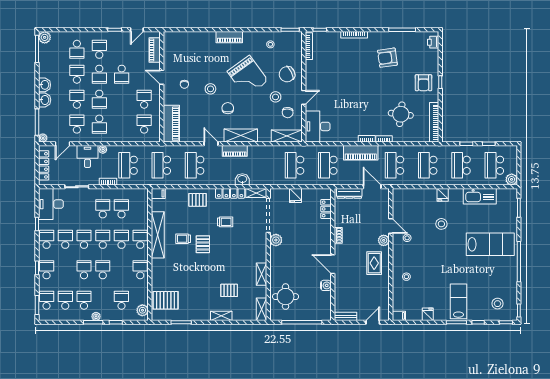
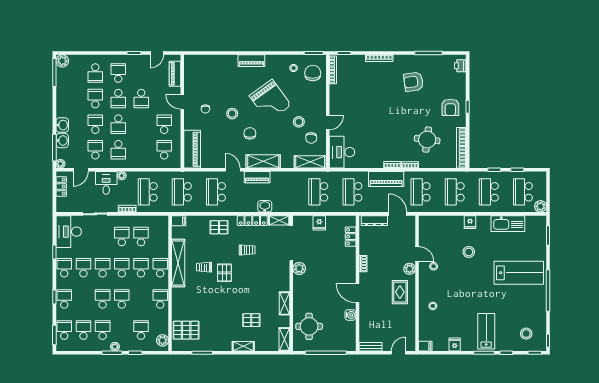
chair: (287, 74) -> (313, 73), moved, turned 116
washbasin: (45, 85) -> (62, 141), moved
locker: (44, 165) -> (61, 186), width x0.66

